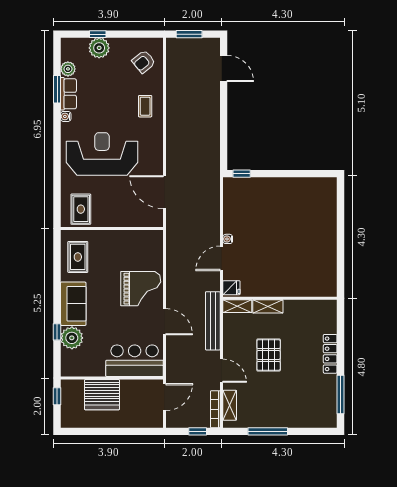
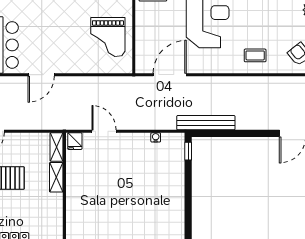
water cooler: (228, 239) -> (156, 137), moved
grand piano: (141, 289) -> (108, 37), moved
bench: (213, 321) -> (206, 123), moved

